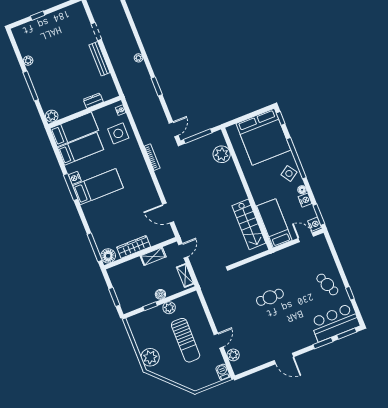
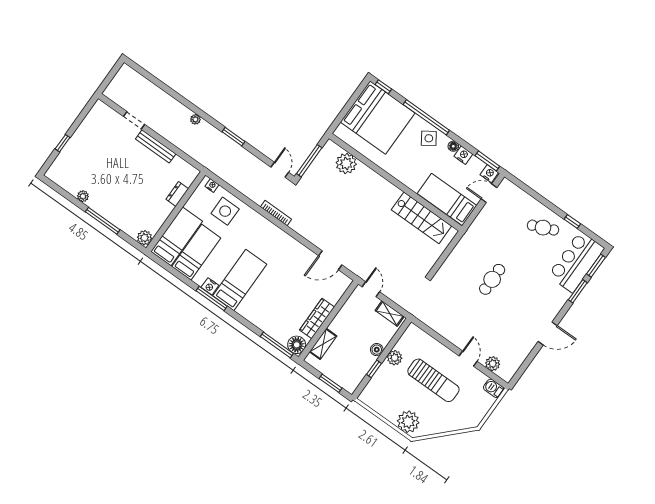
shelving: (153, 256) -> (323, 344), moved

